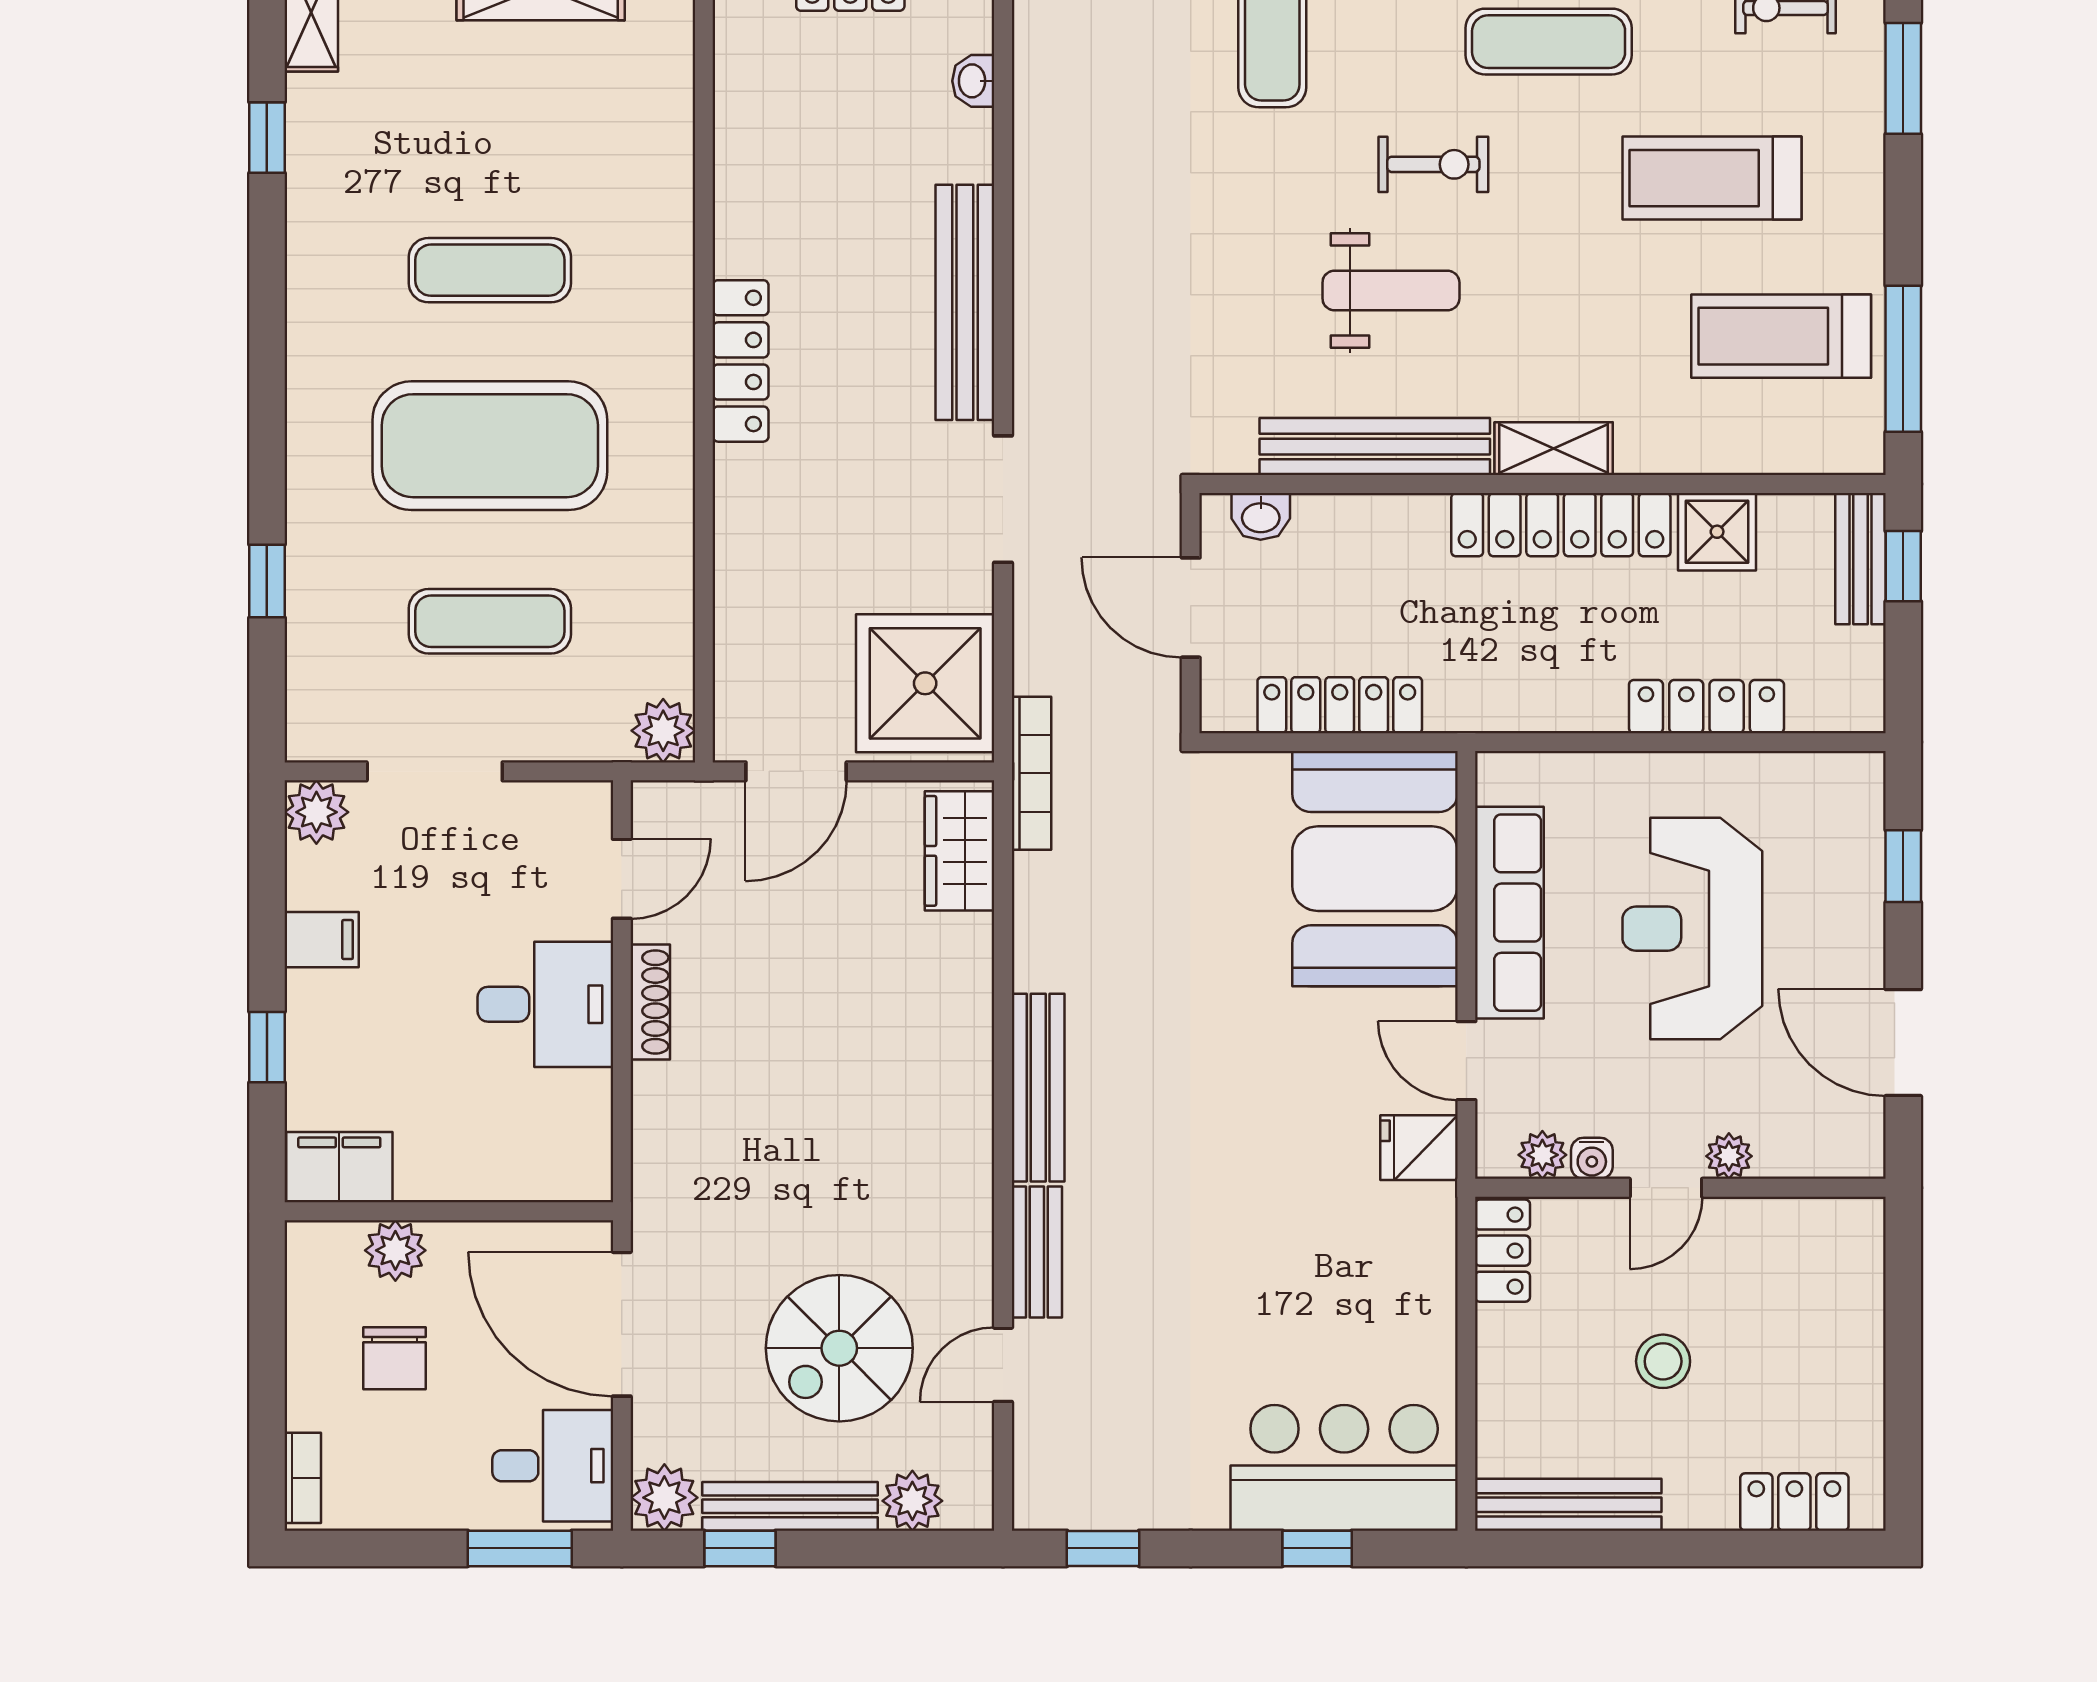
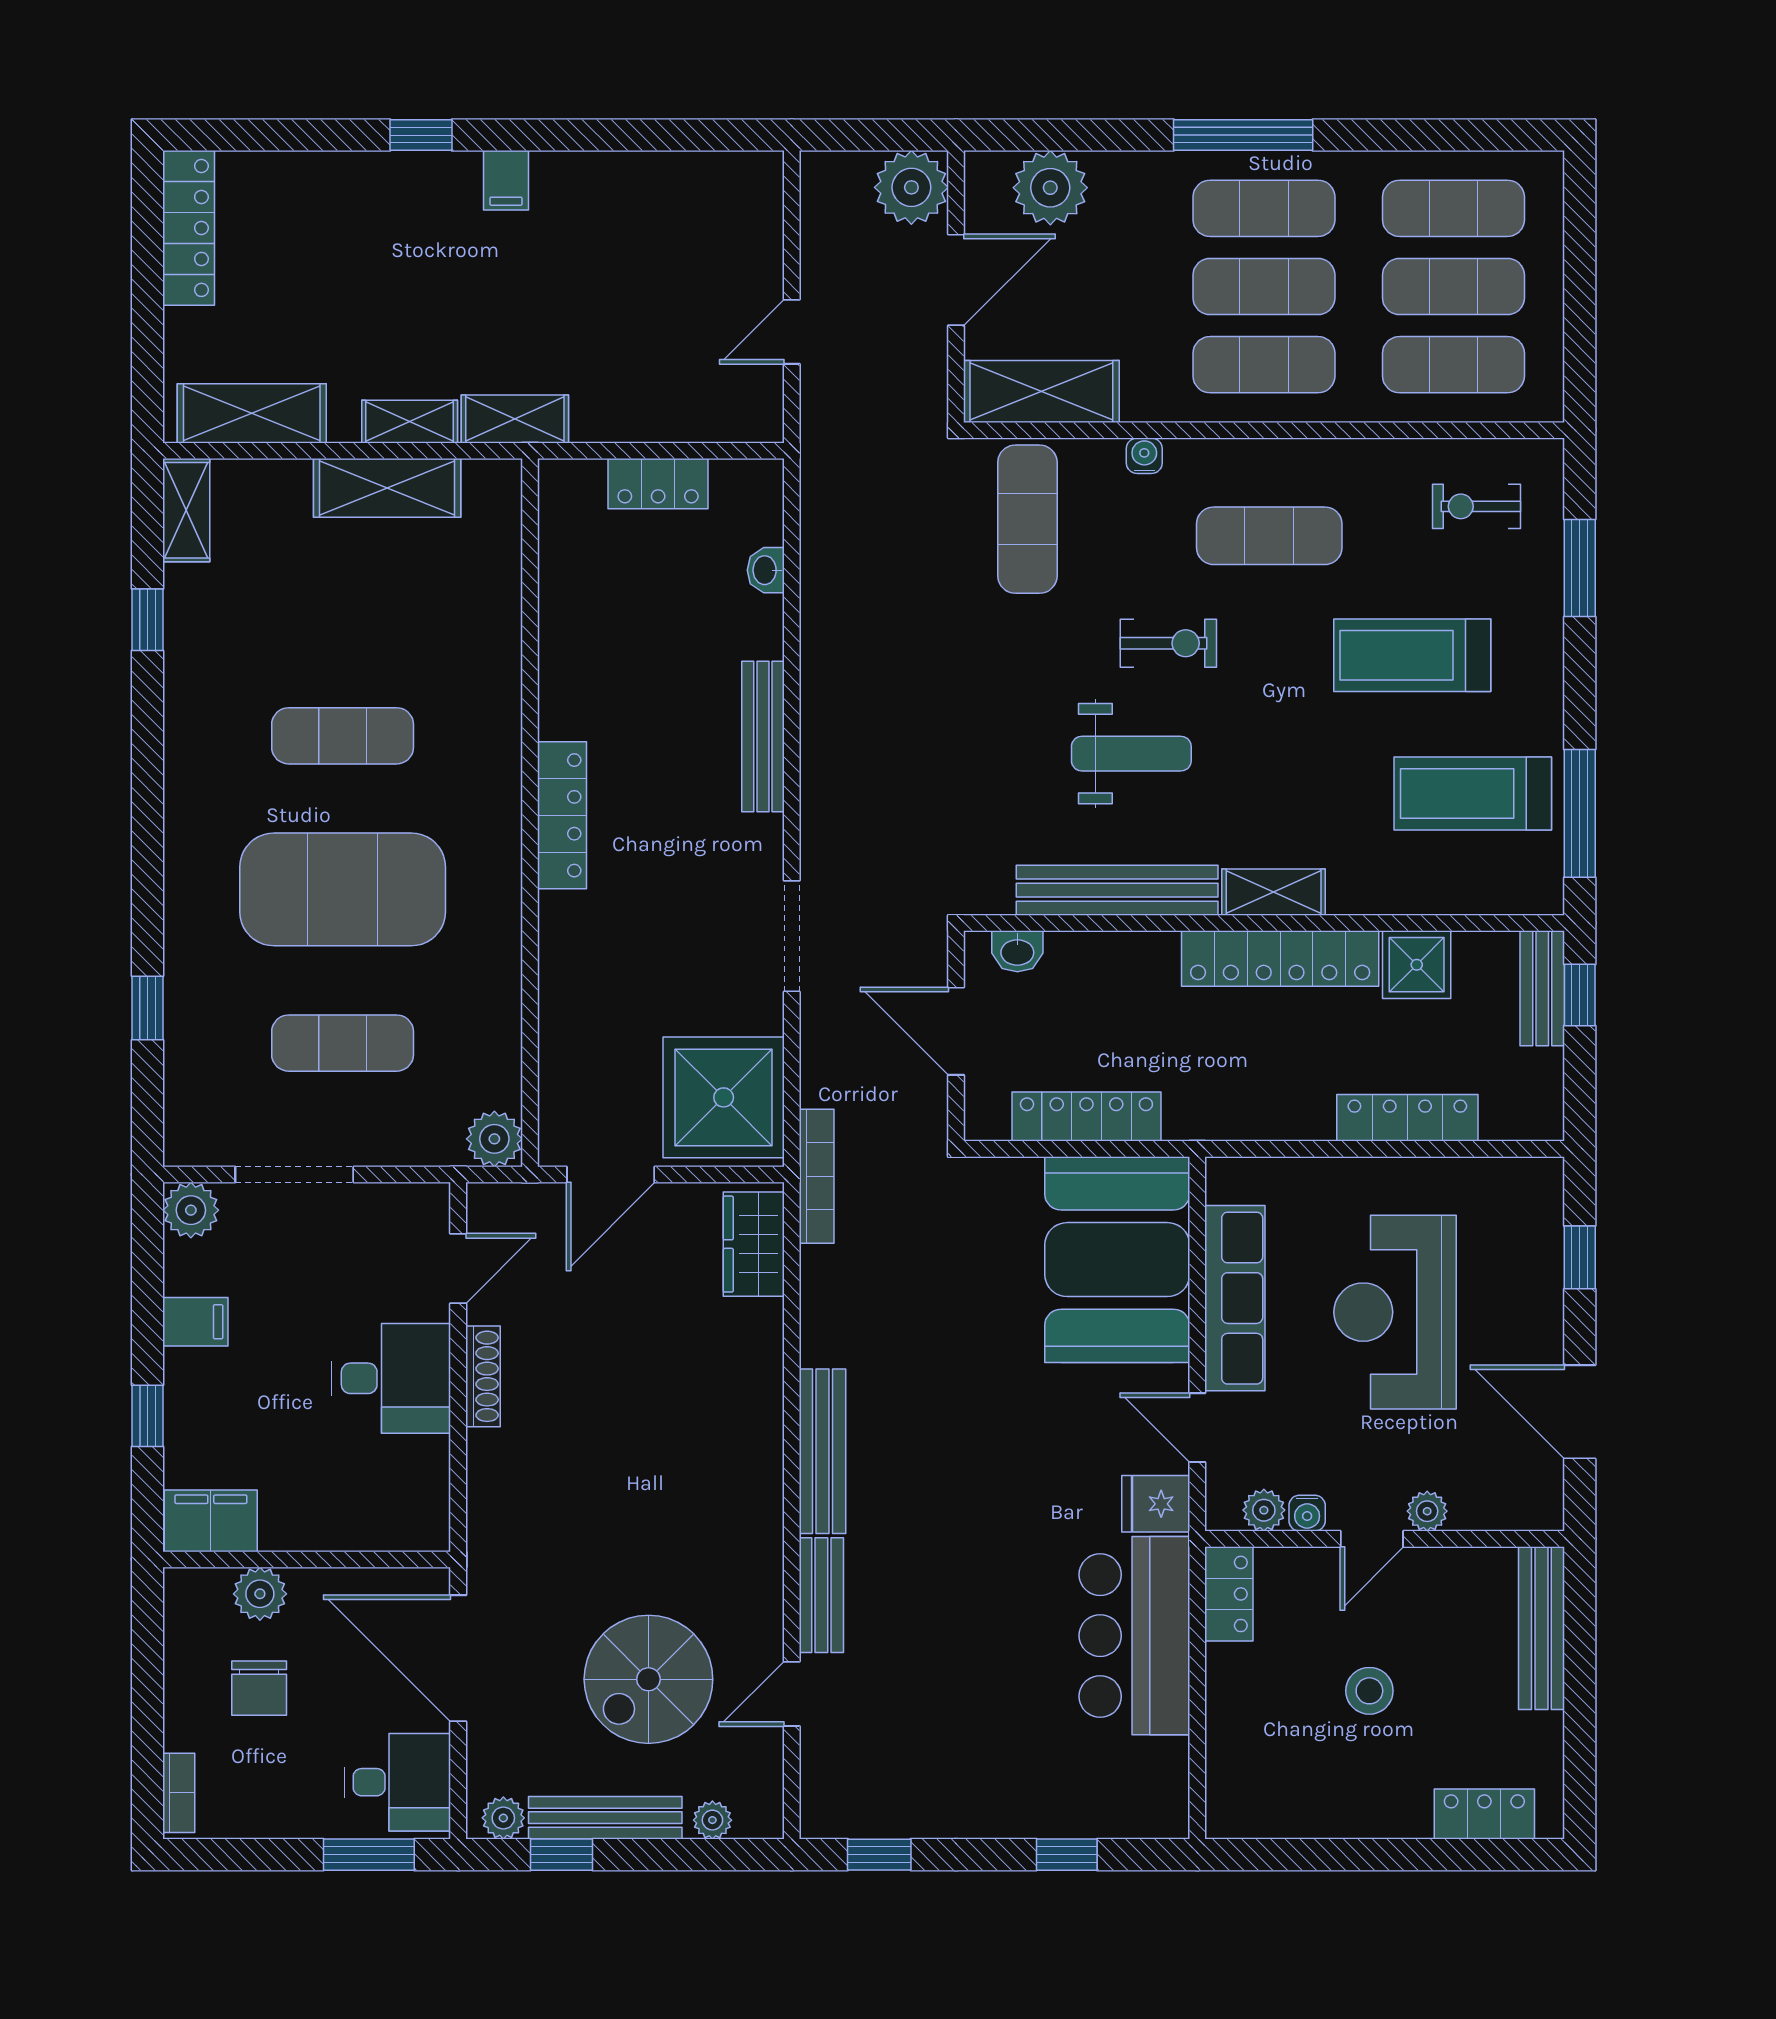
bench: (965, 302) -> (763, 736), width x0.73, depth x0.82
bar counter: (1344, 1468) -> (1134, 1636), moved, turned -90
plant: (664, 1498) -> (503, 1818), width x0.73, depth x0.73
plant: (912, 1501) -> (712, 1820), width x0.73, depth x0.73
bench: (1568, 1505) -> (1541, 1628), moved, turned 90

